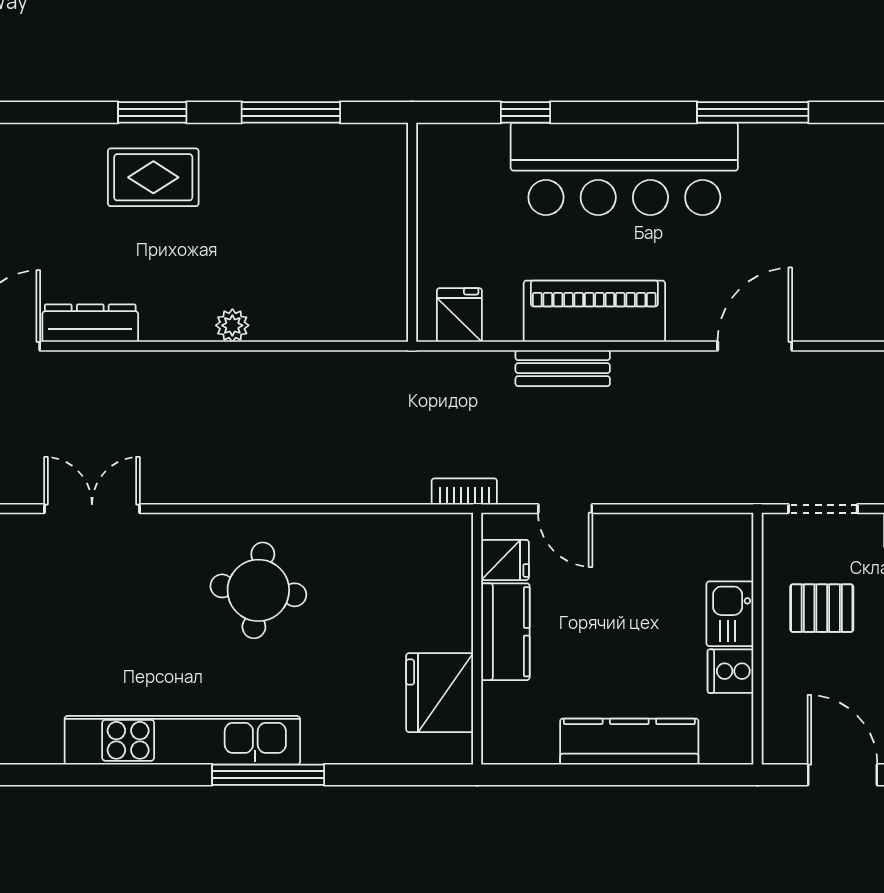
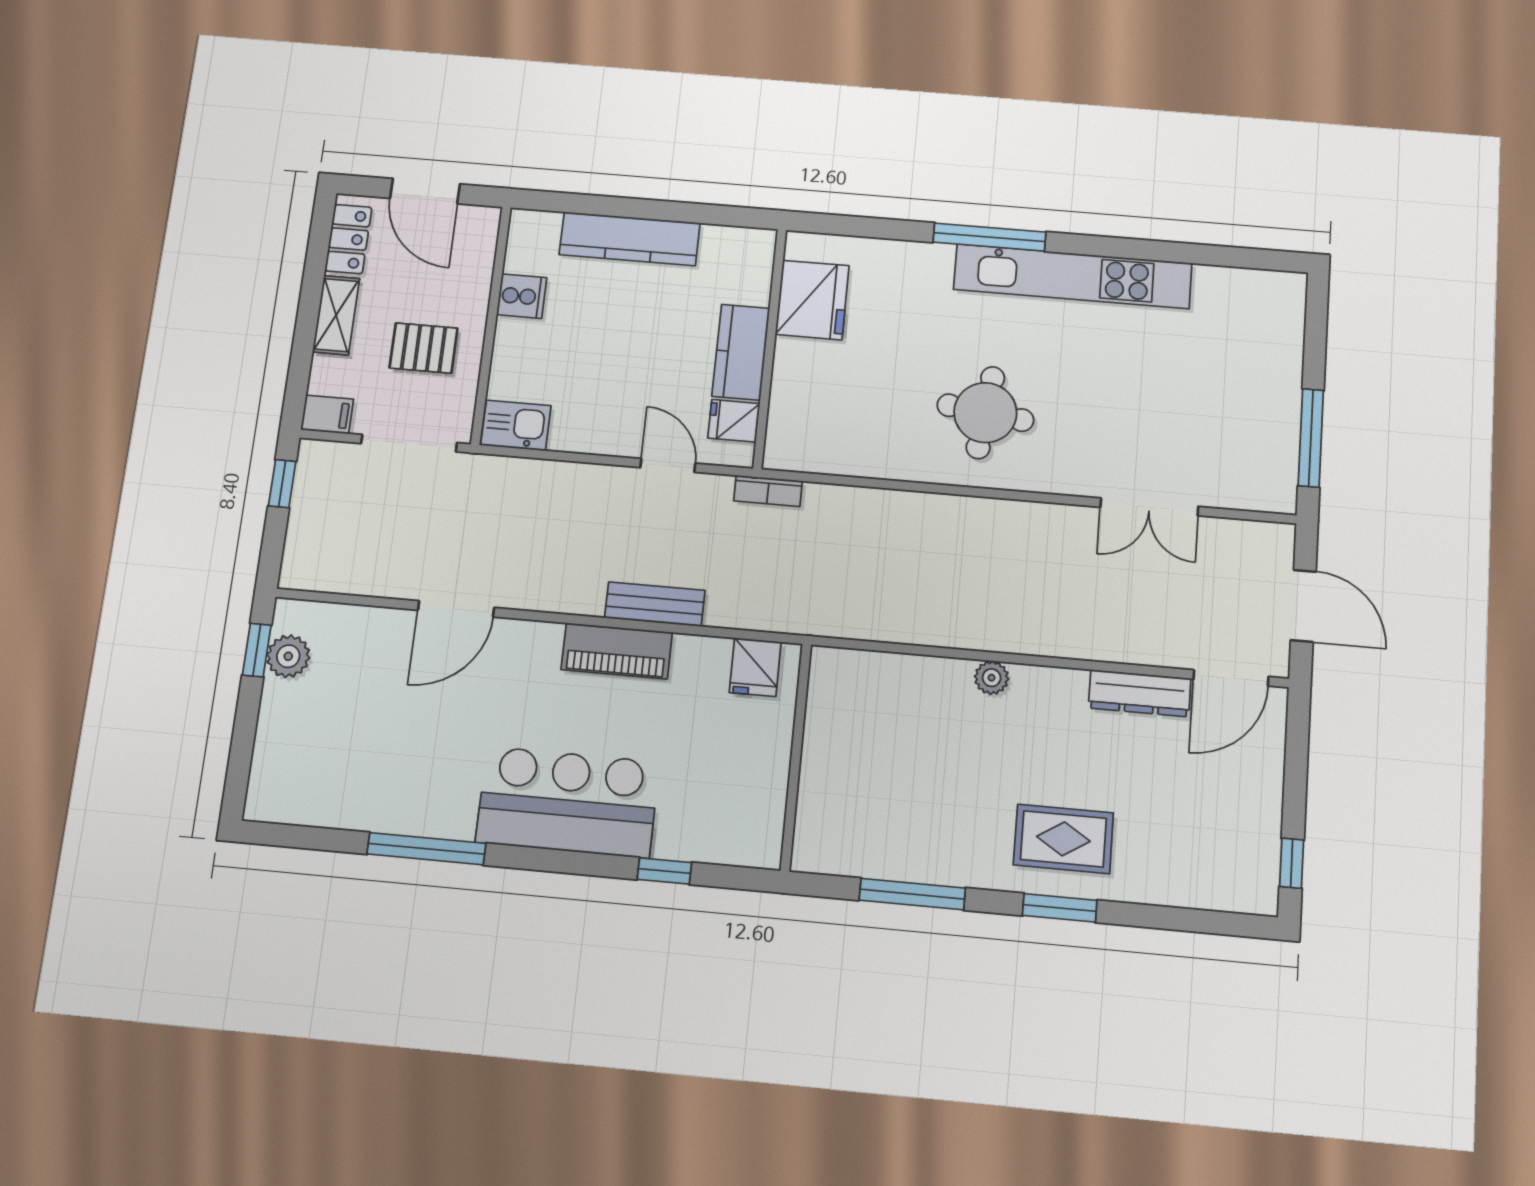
bar counter: (624, 169) -> (568, 802), width x0.73
piano: (594, 311) -> (617, 651), width x0.73, depth x0.75
doorway: (823, 509) -> (409, 443), width x1.38
kitchen sink: (730, 614) -> (516, 425), moved, turned -90

